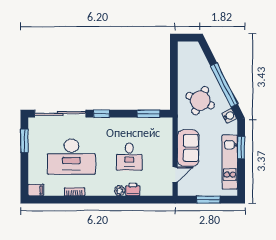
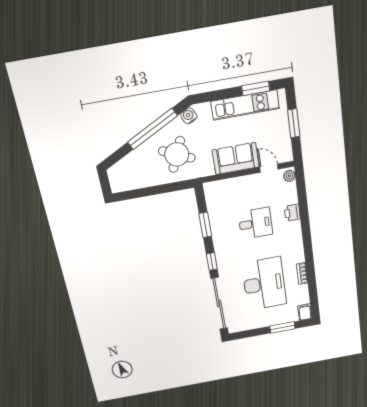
window: (149, 114) -> (205, 225), moved
window: (24, 141) -> (282, 327), moved
window: (241, 148) -> (256, 88), moved
plant: (120, 191) -> (289, 176), moved

